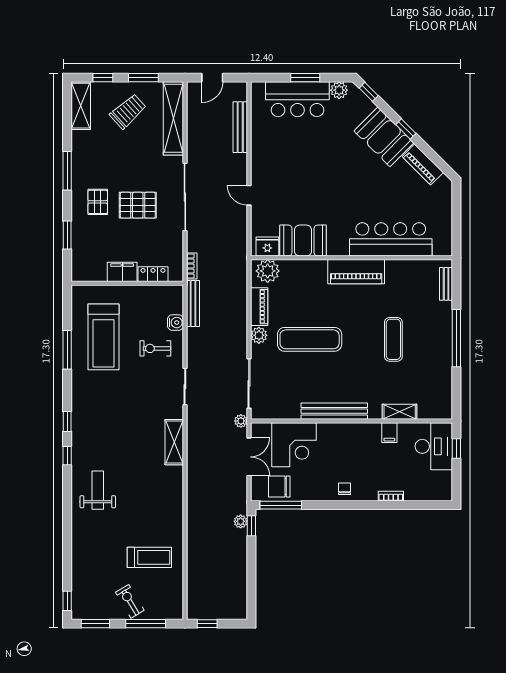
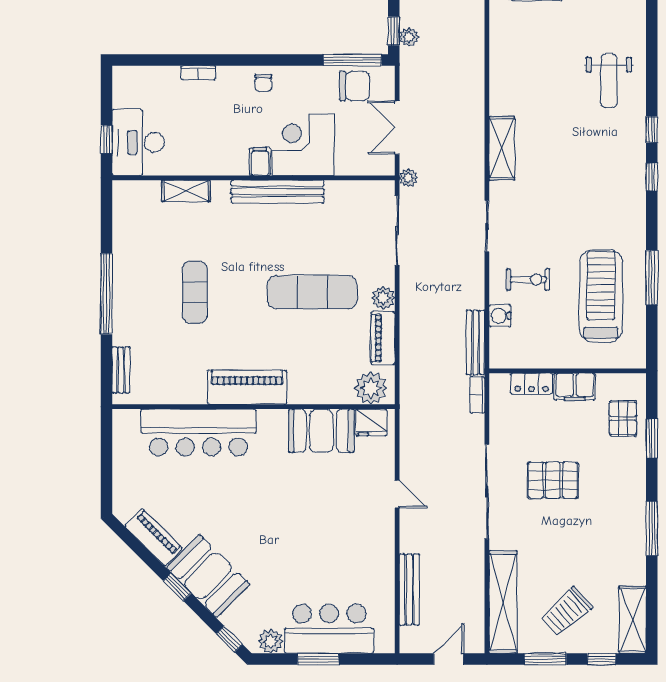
pallet: (98, 202) -> (623, 418), moved
filing cabinet: (389, 433) -> (260, 162), moved
corner desk: (294, 445) -> (303, 145), moved

